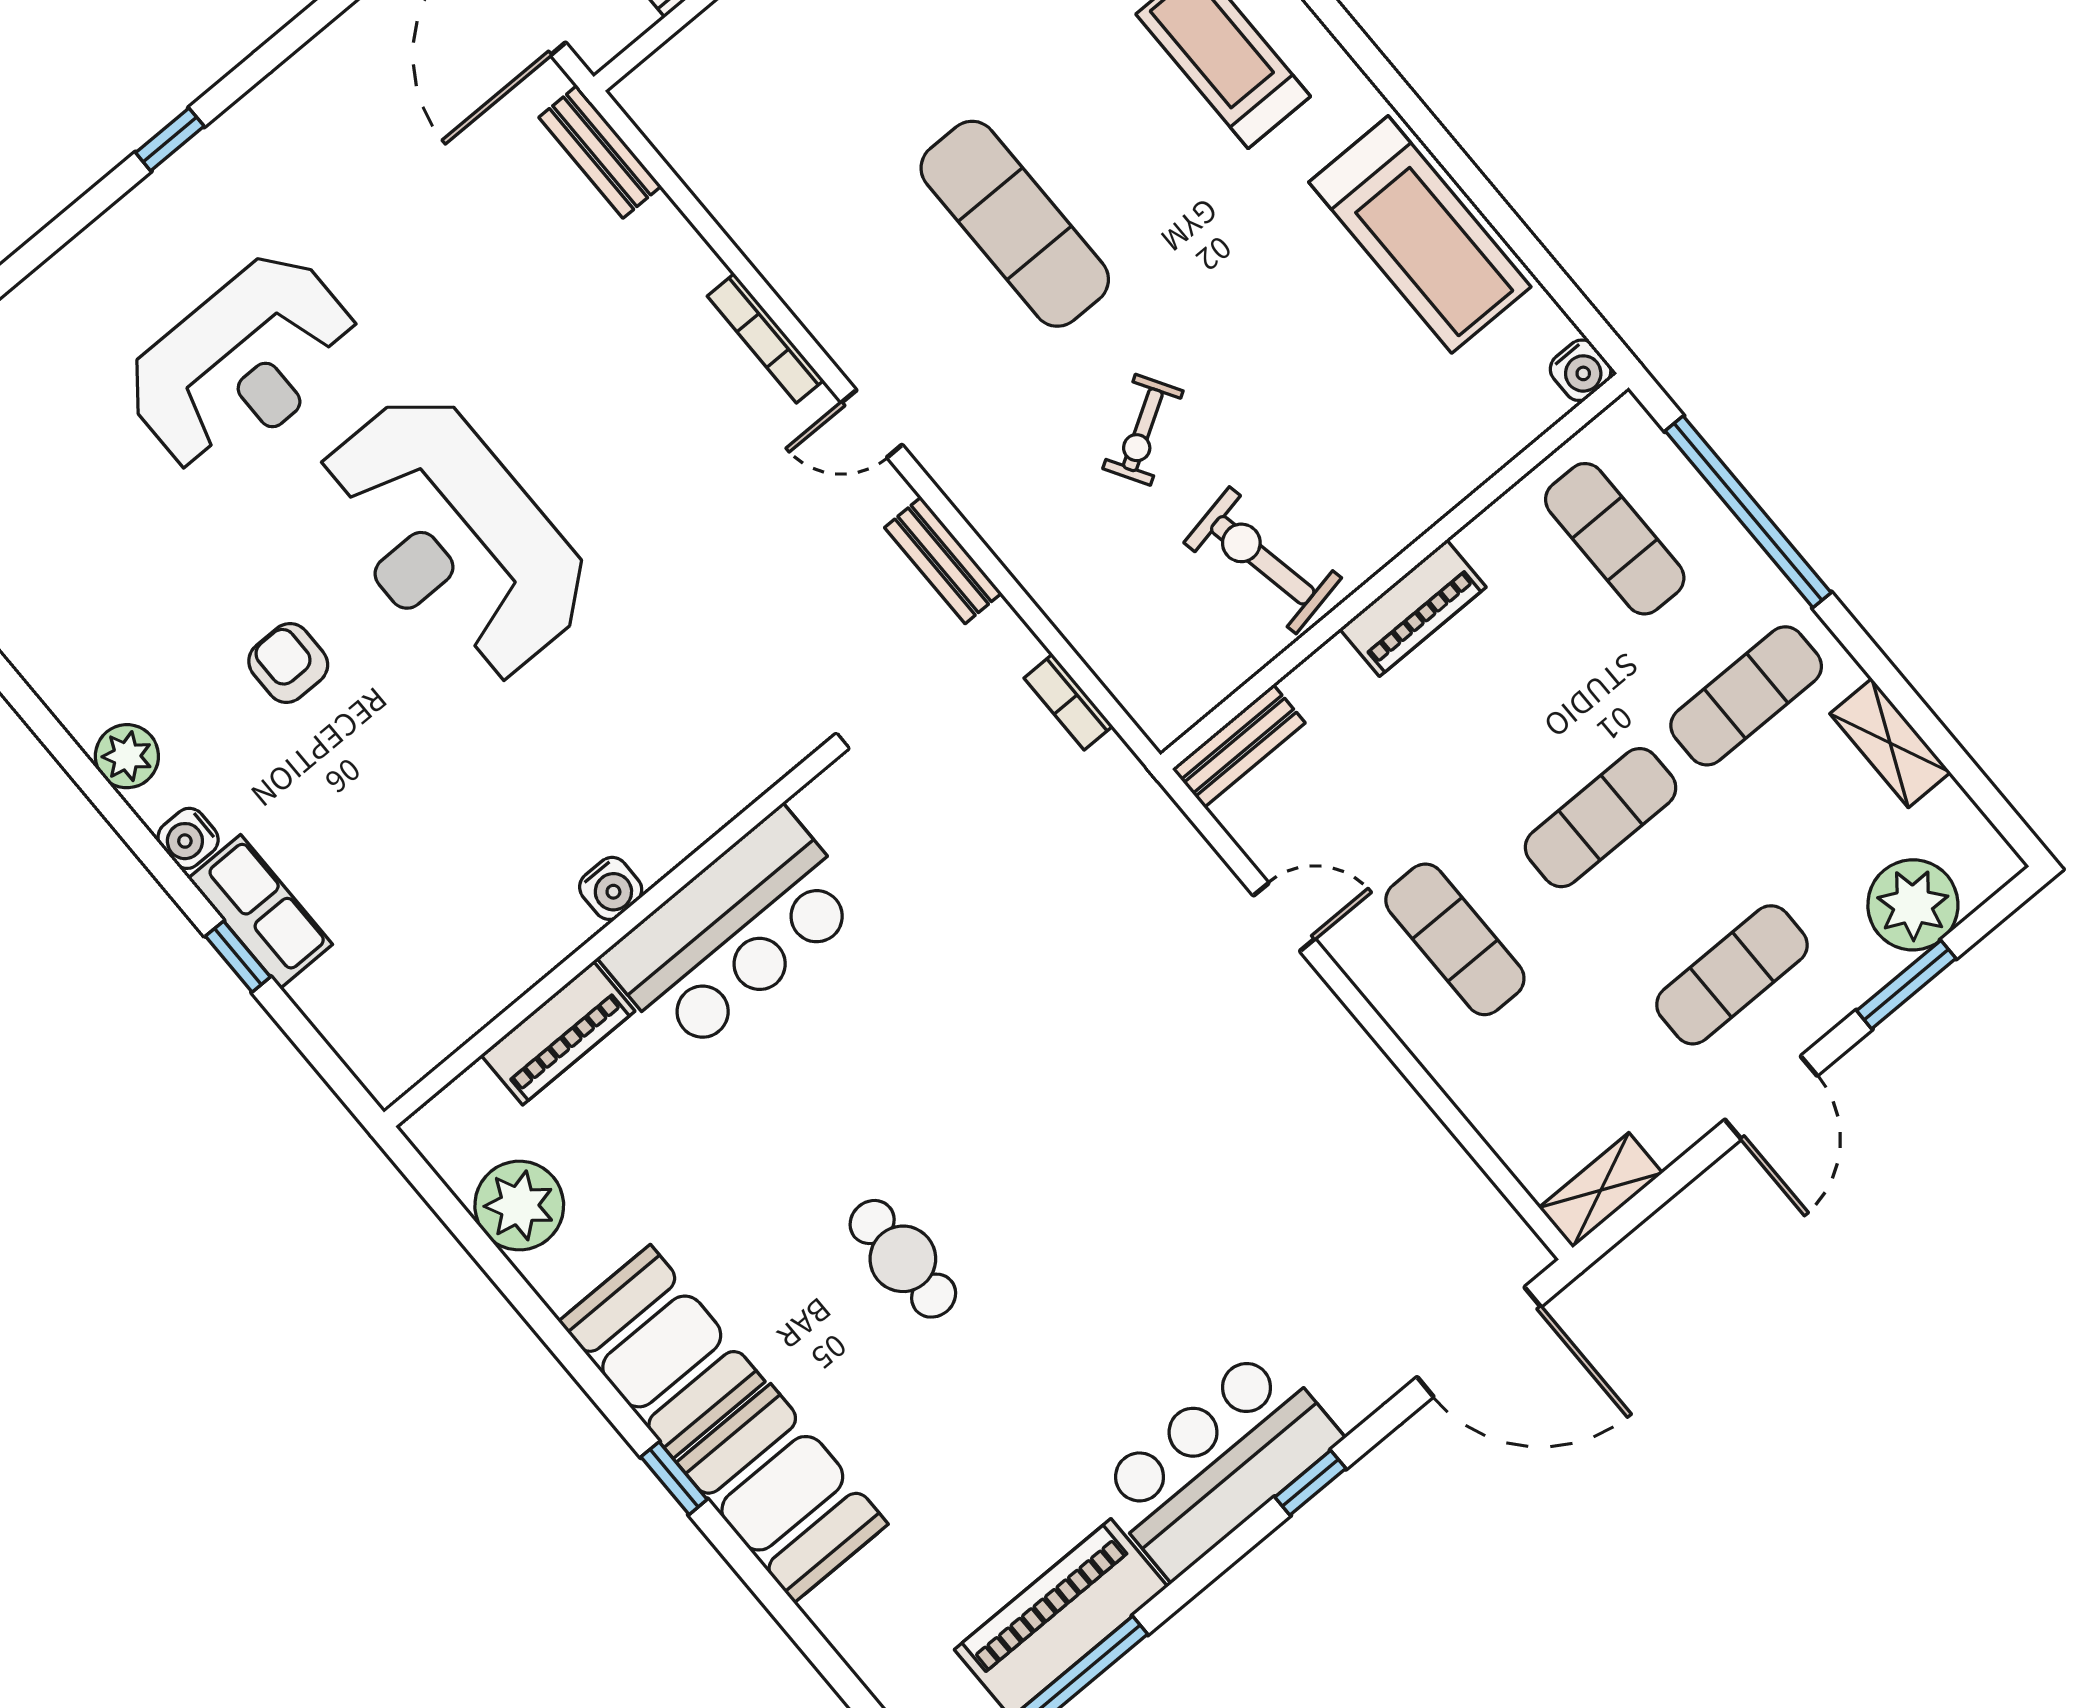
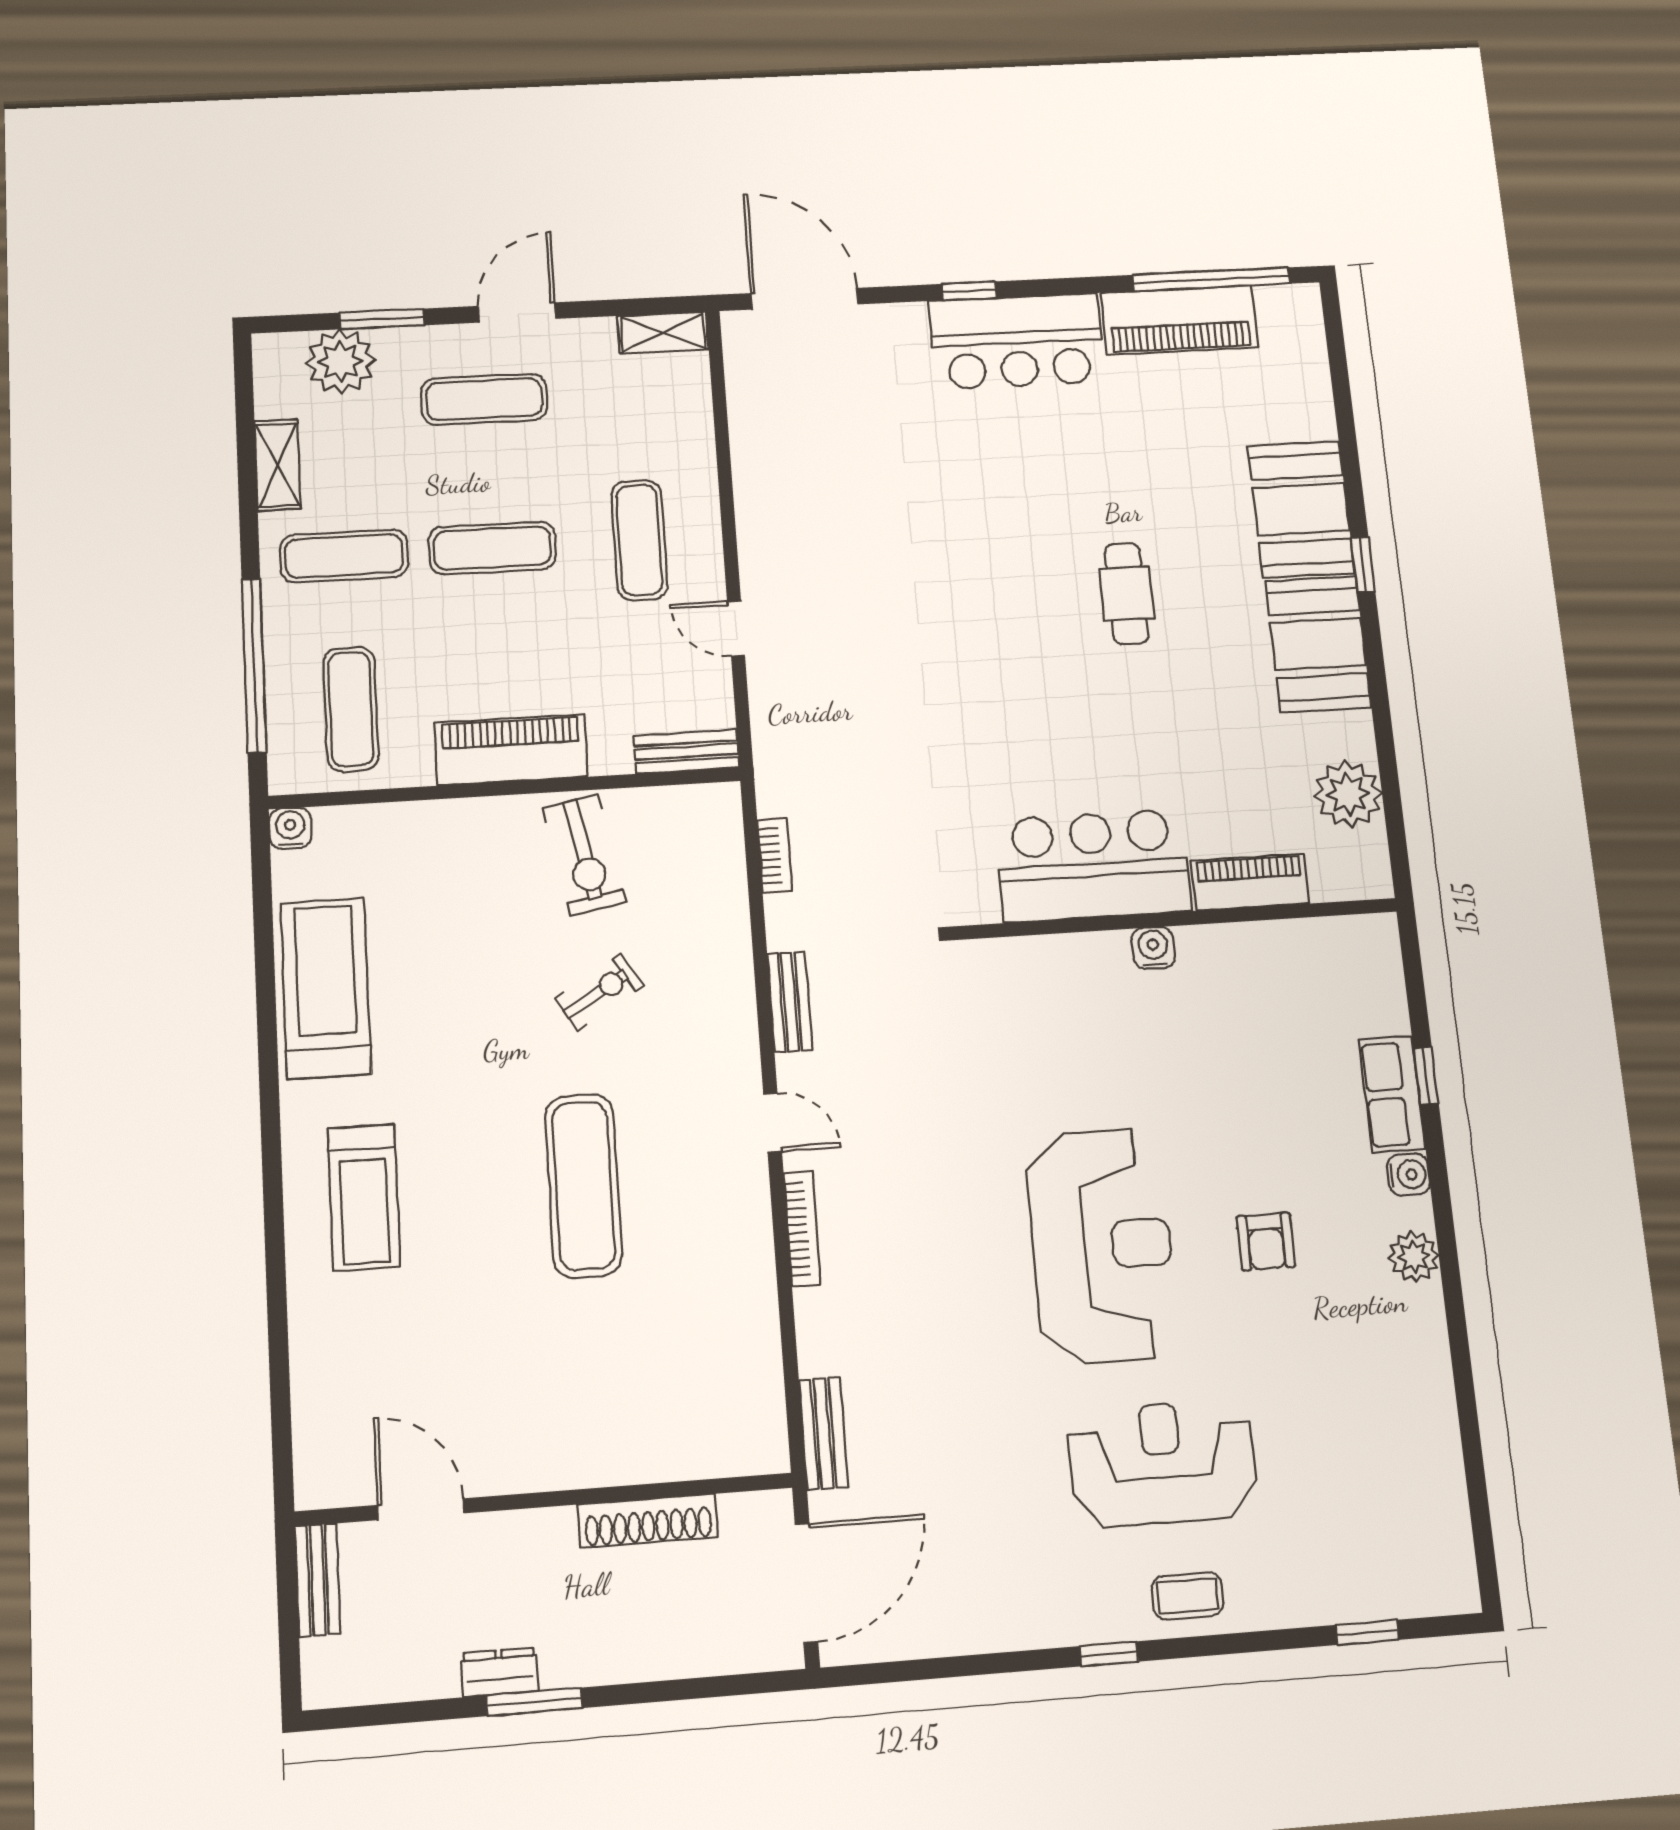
coffee table: (130, 251) -> (1188, 1596), added
piano: (1413, 608) -> (511, 750), width x1.37, depth x1.33

